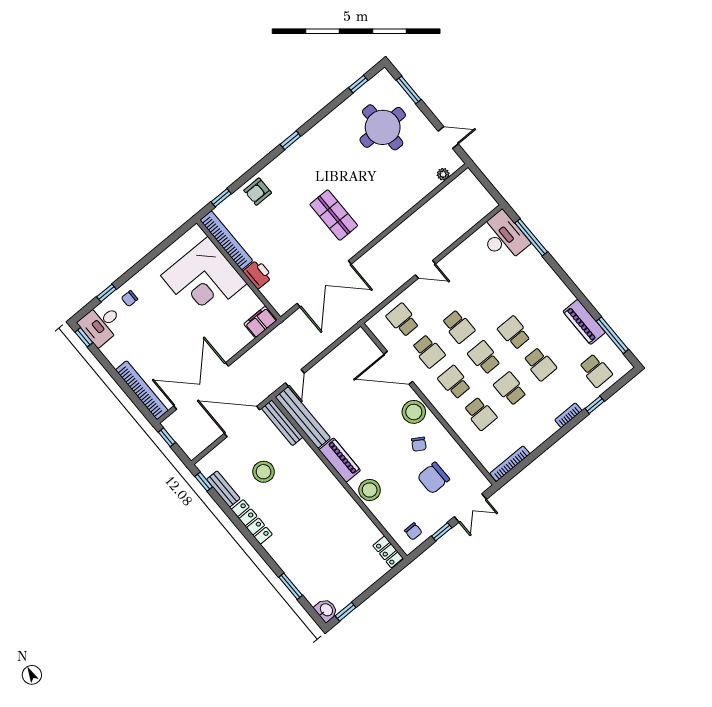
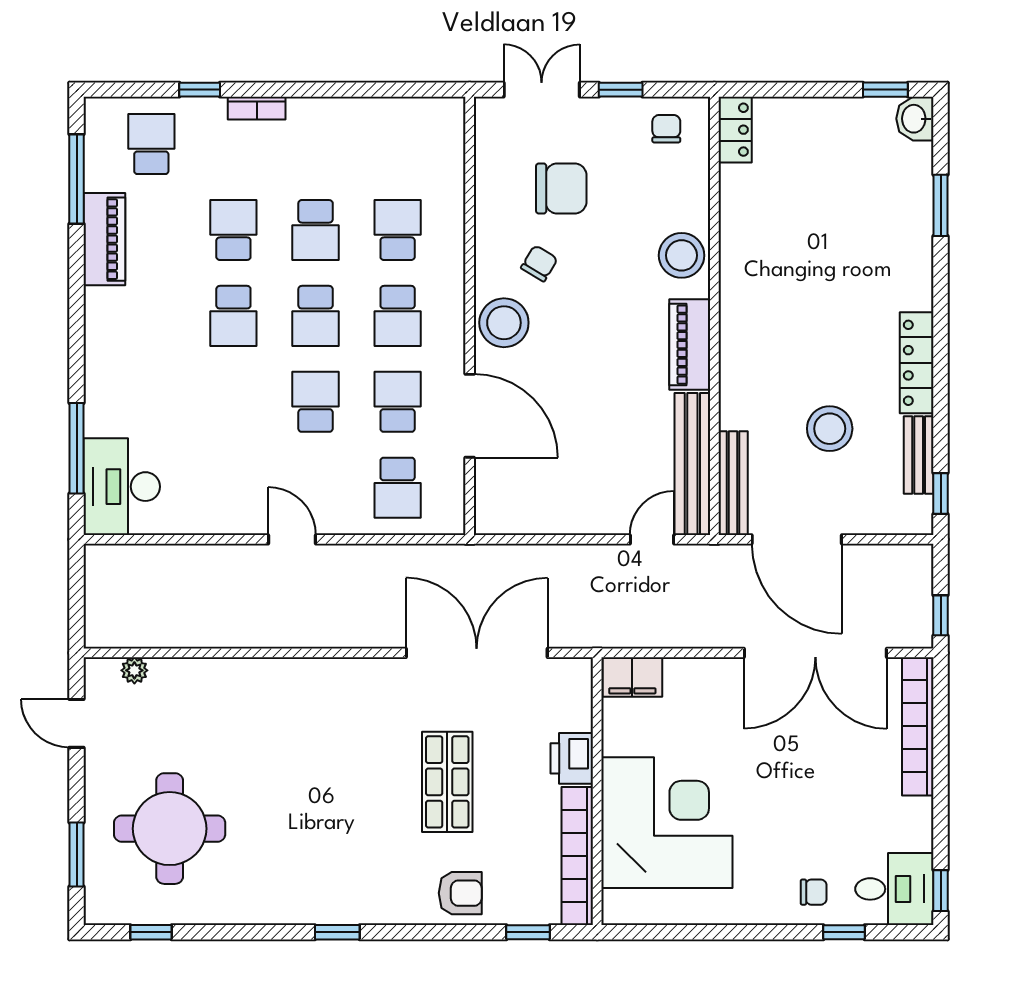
shop shelf: (334, 215) -> (447, 782), moved
bookcase: (510, 464) -> (417, 109), removed

